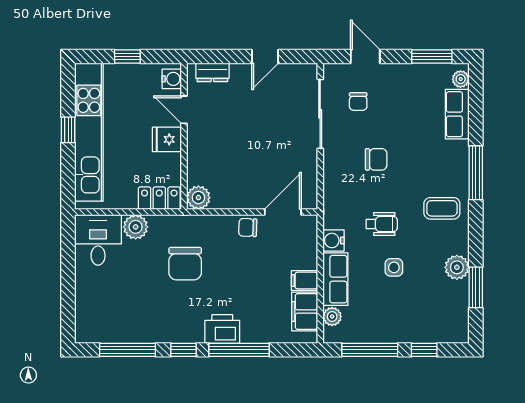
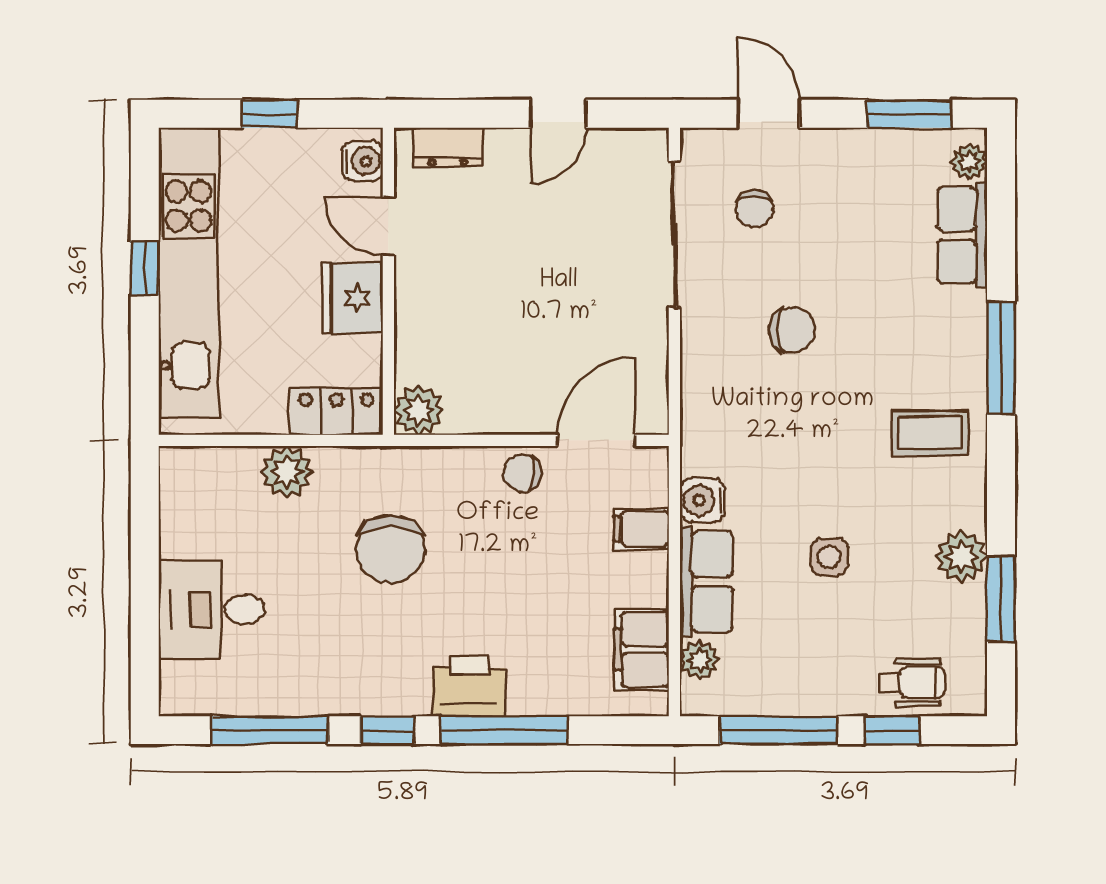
fridge: (167, 139) -> (352, 298), width x1.38
wheelchair: (382, 224) -> (912, 683), moved
desk: (98, 240) -> (212, 610), moved, turned -90
filing cabinet: (304, 280) -> (641, 529), moved

